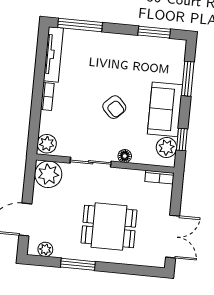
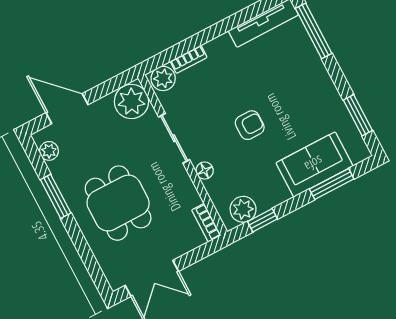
bookcase: (47, 96) -> (189, 59), moved
armchair: (114, 107) -> (250, 125), turned -136
sofa: (165, 109) -> (314, 164), moved

